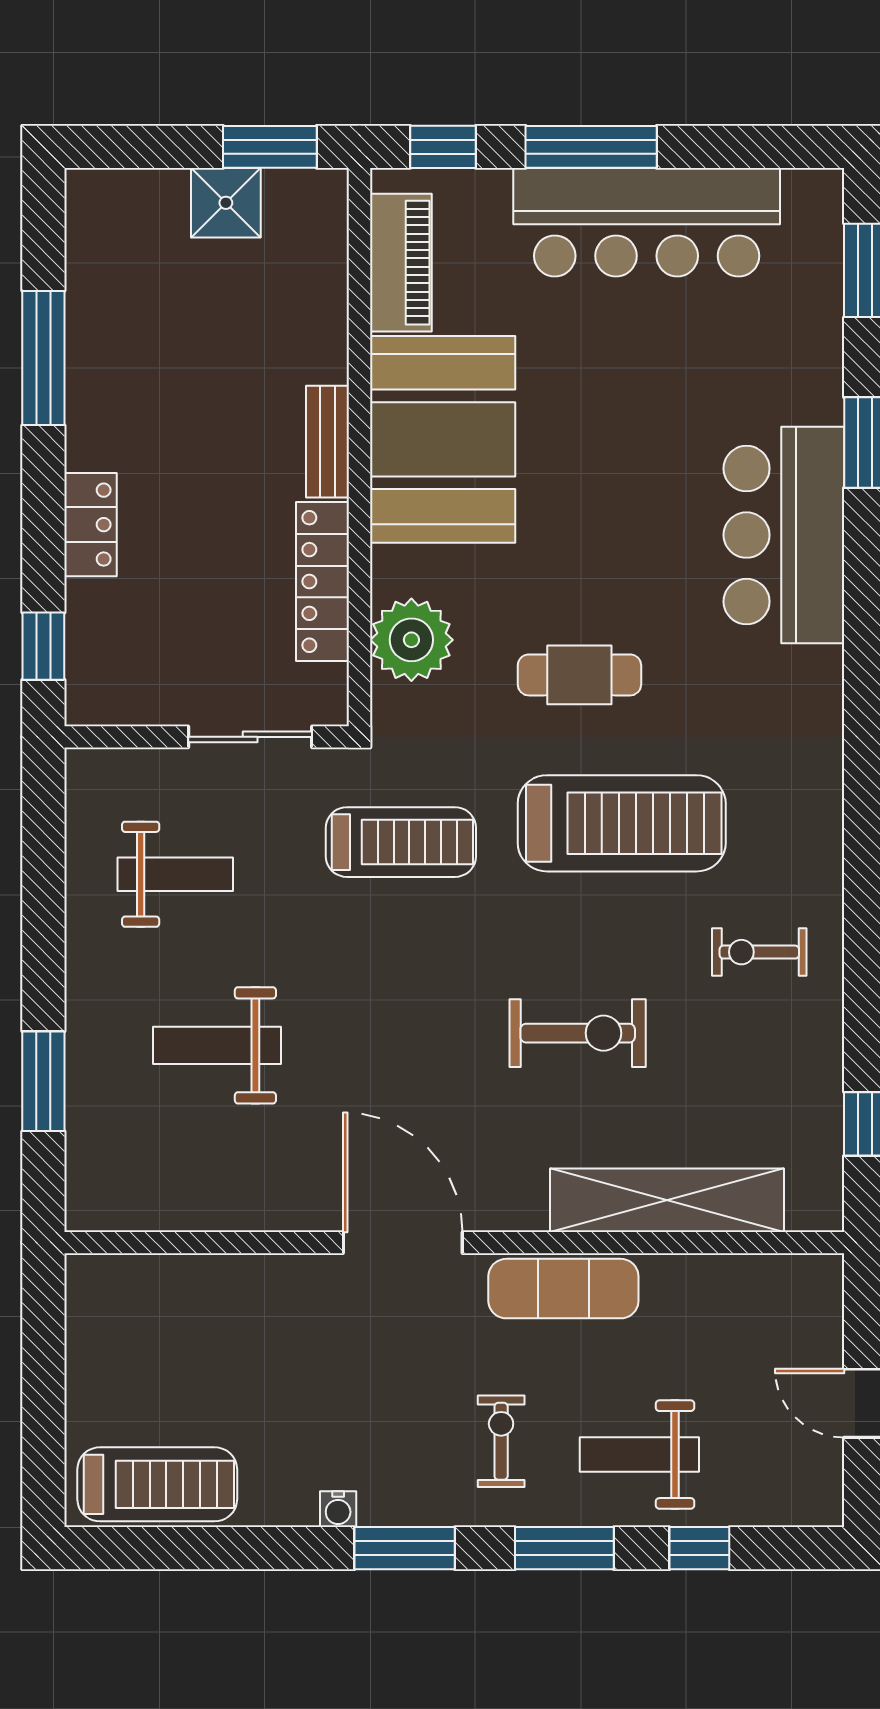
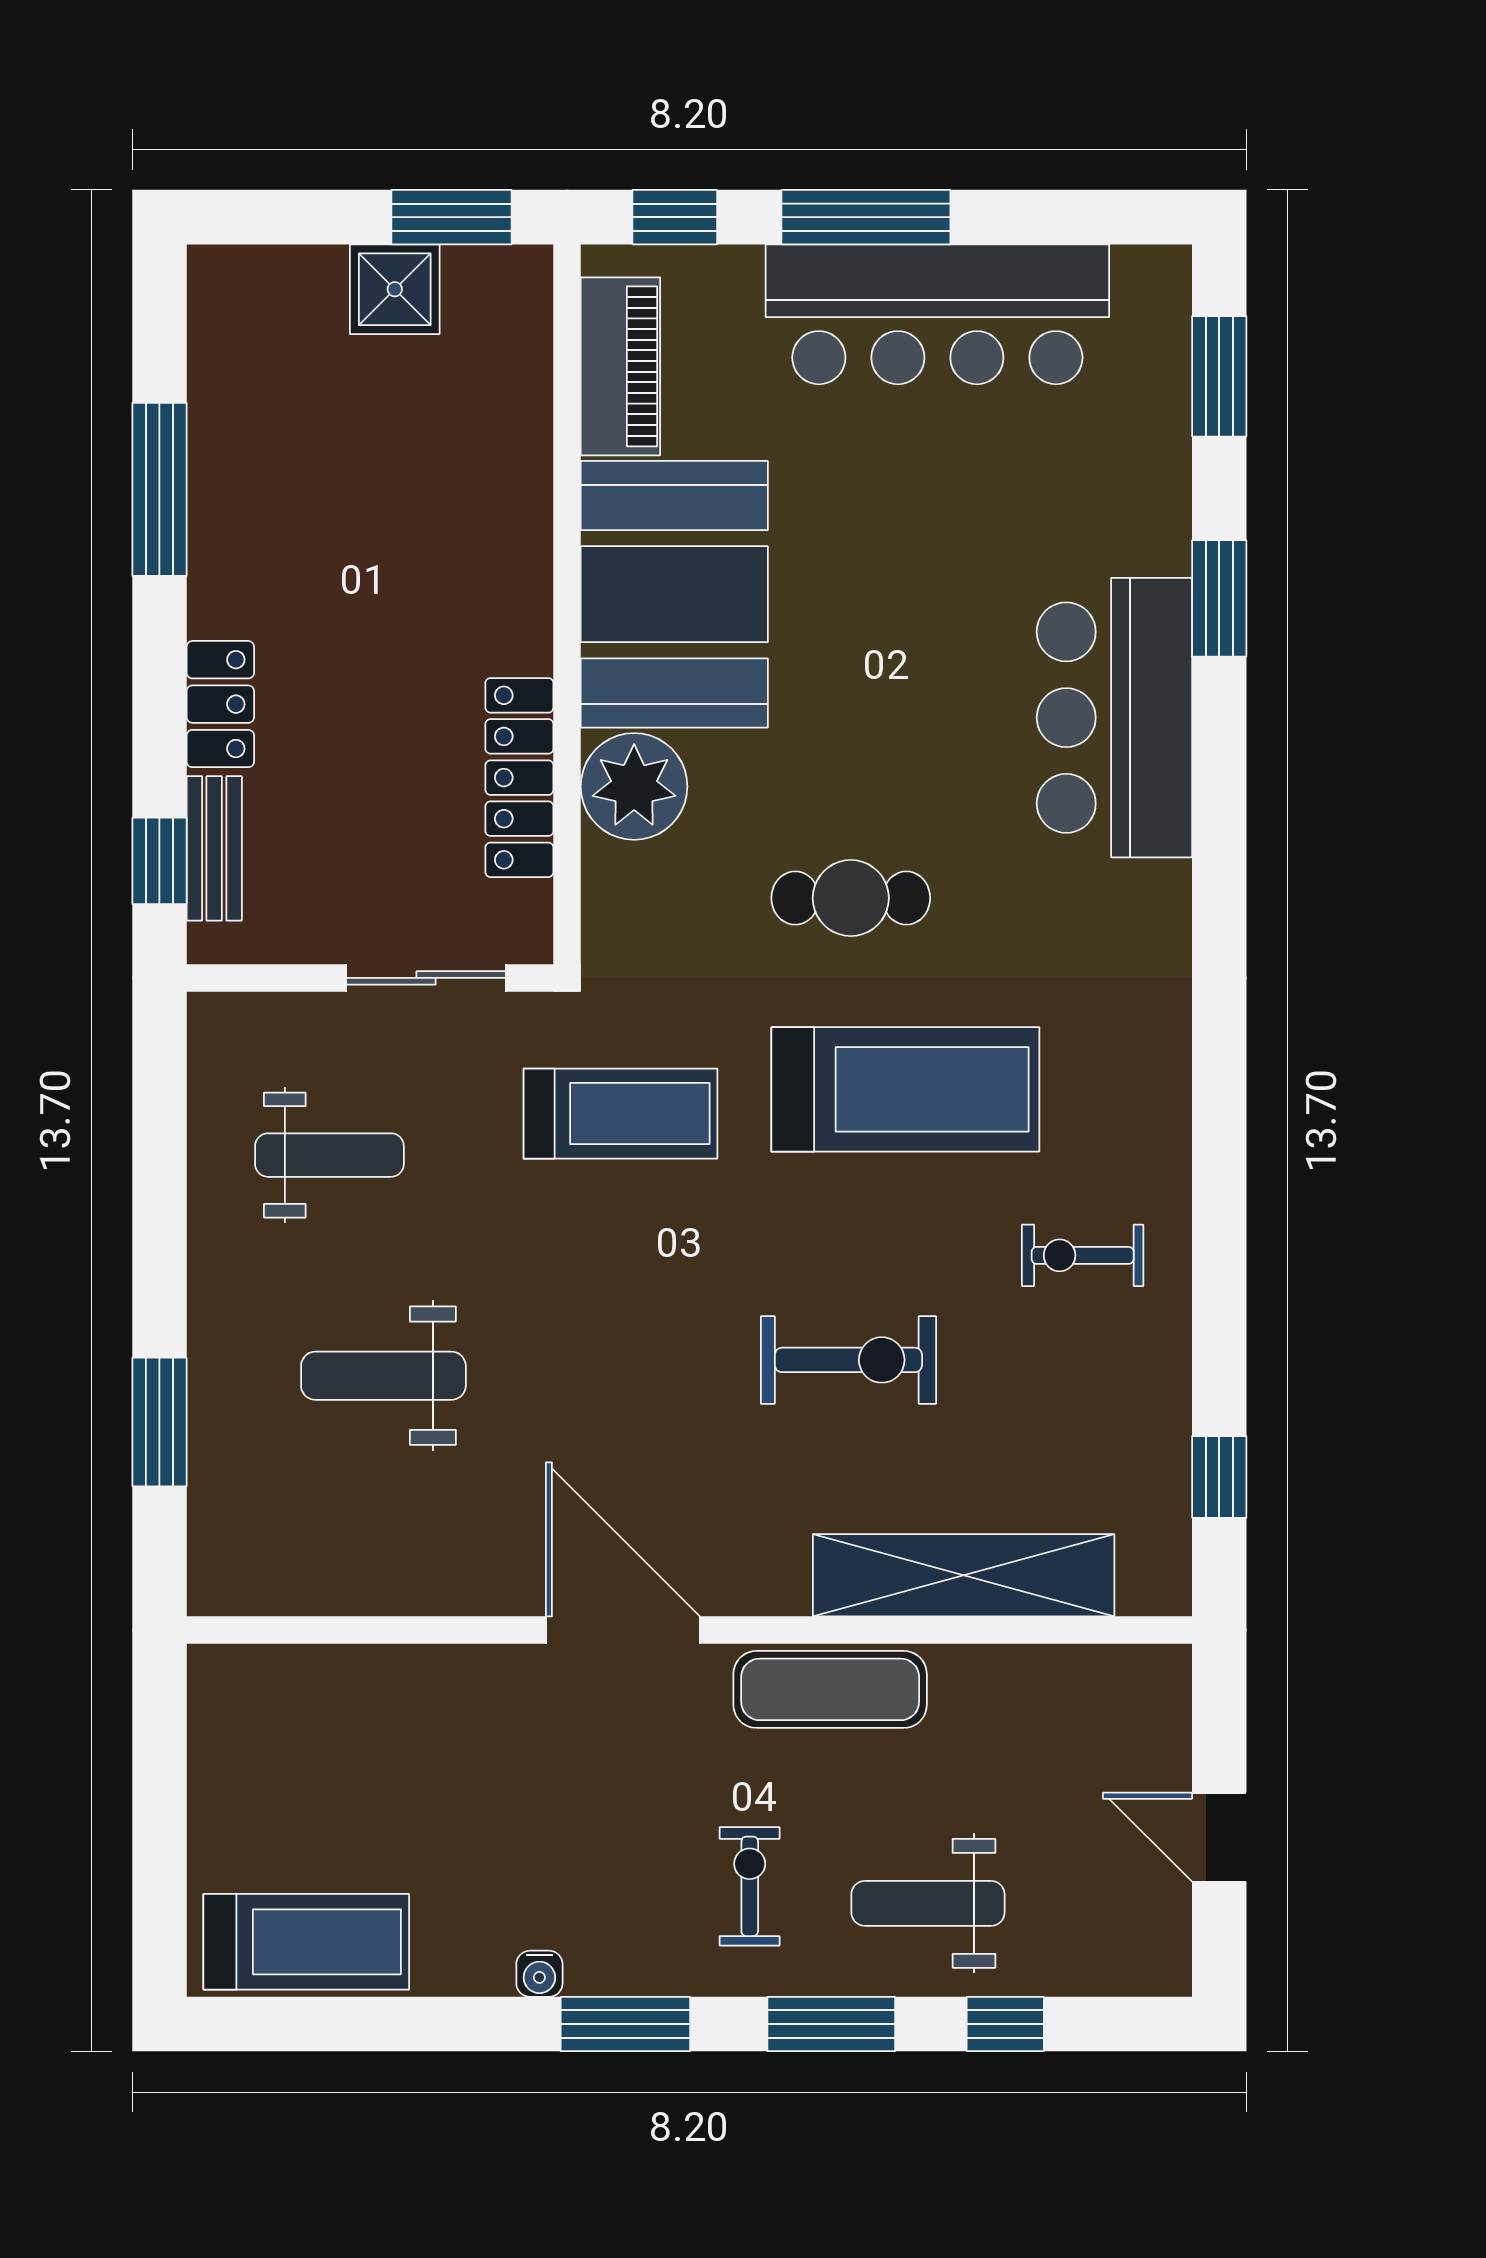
bench: (328, 442) -> (214, 848), moved
plant: (411, 640) -> (634, 786), moved

